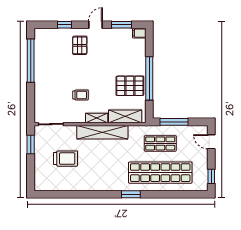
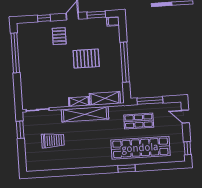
pallet: (130, 86) -> (86, 59), moved
trolley: (81, 95) -> (63, 81), removed
window: (131, 194) -> (127, 168), moved

